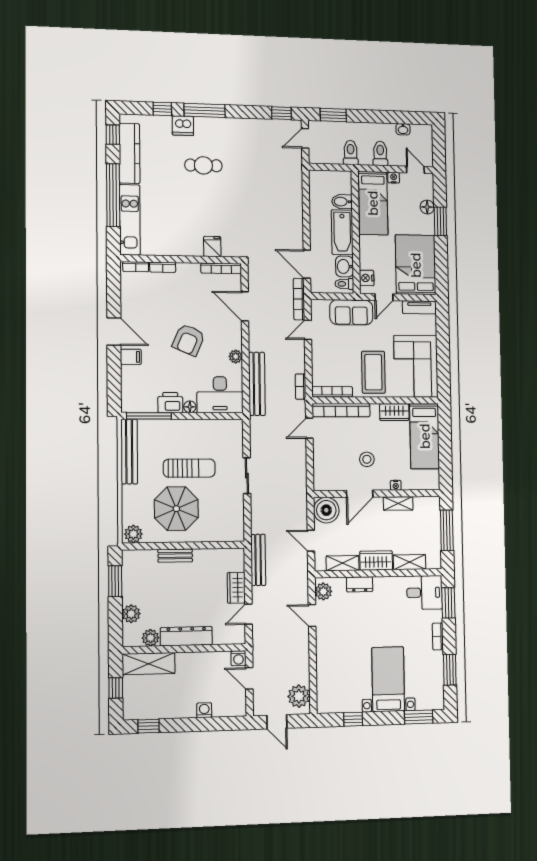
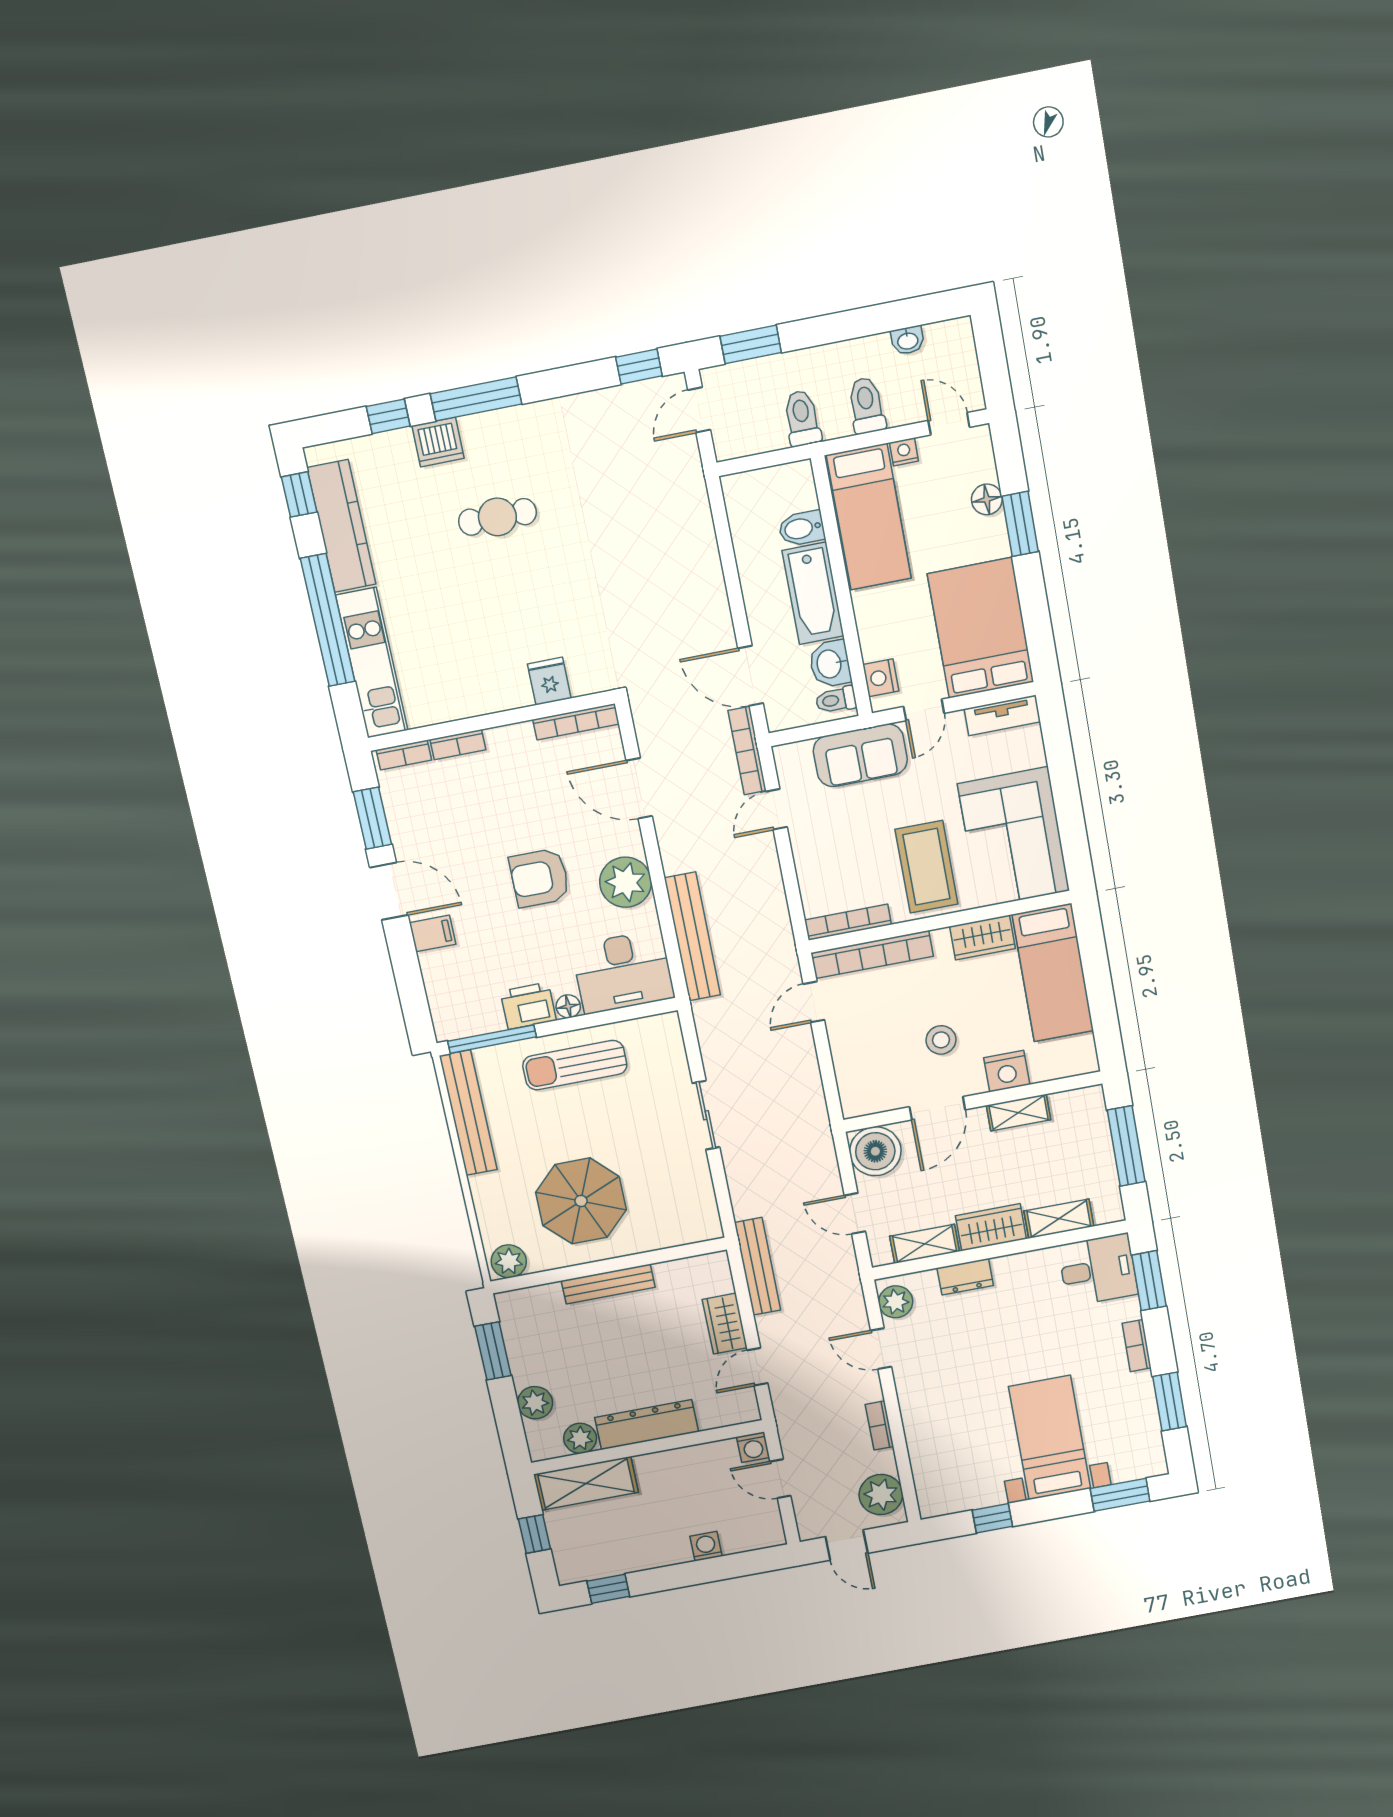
window: (114, 294) -> (372, 818), added
armchair: (189, 340) -> (539, 878), turned 67
plant: (236, 357) -> (626, 882), width x1.88, depth x1.88
bookcase: (301, 387) -> (879, 1425), moved
sun lounger: (189, 468) -> (575, 1065), moved, turned 180
nightstand: (396, 485) -> (1007, 1071), width x1.89, depth x1.79
bench: (175, 556) -> (608, 1284), width x1.36

